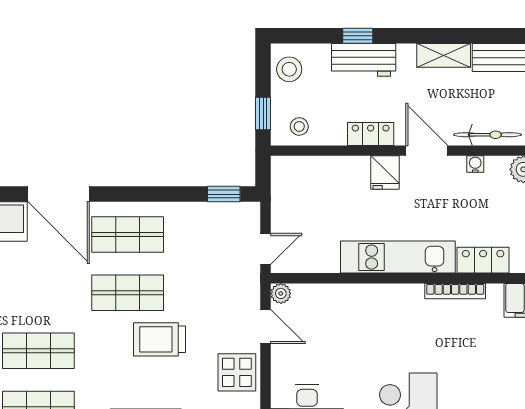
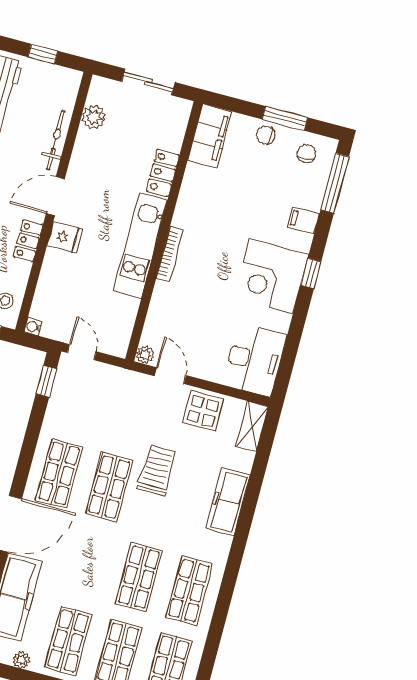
water cooler: (475, 164) -> (33, 327), moved
door: (266, 249) -> (82, 352), moved
bookcase: (455, 291) -> (170, 254), moved
door: (266, 327) -> (170, 376), hinge flipped
trolley: (159, 339) -> (157, 470), turned 180

